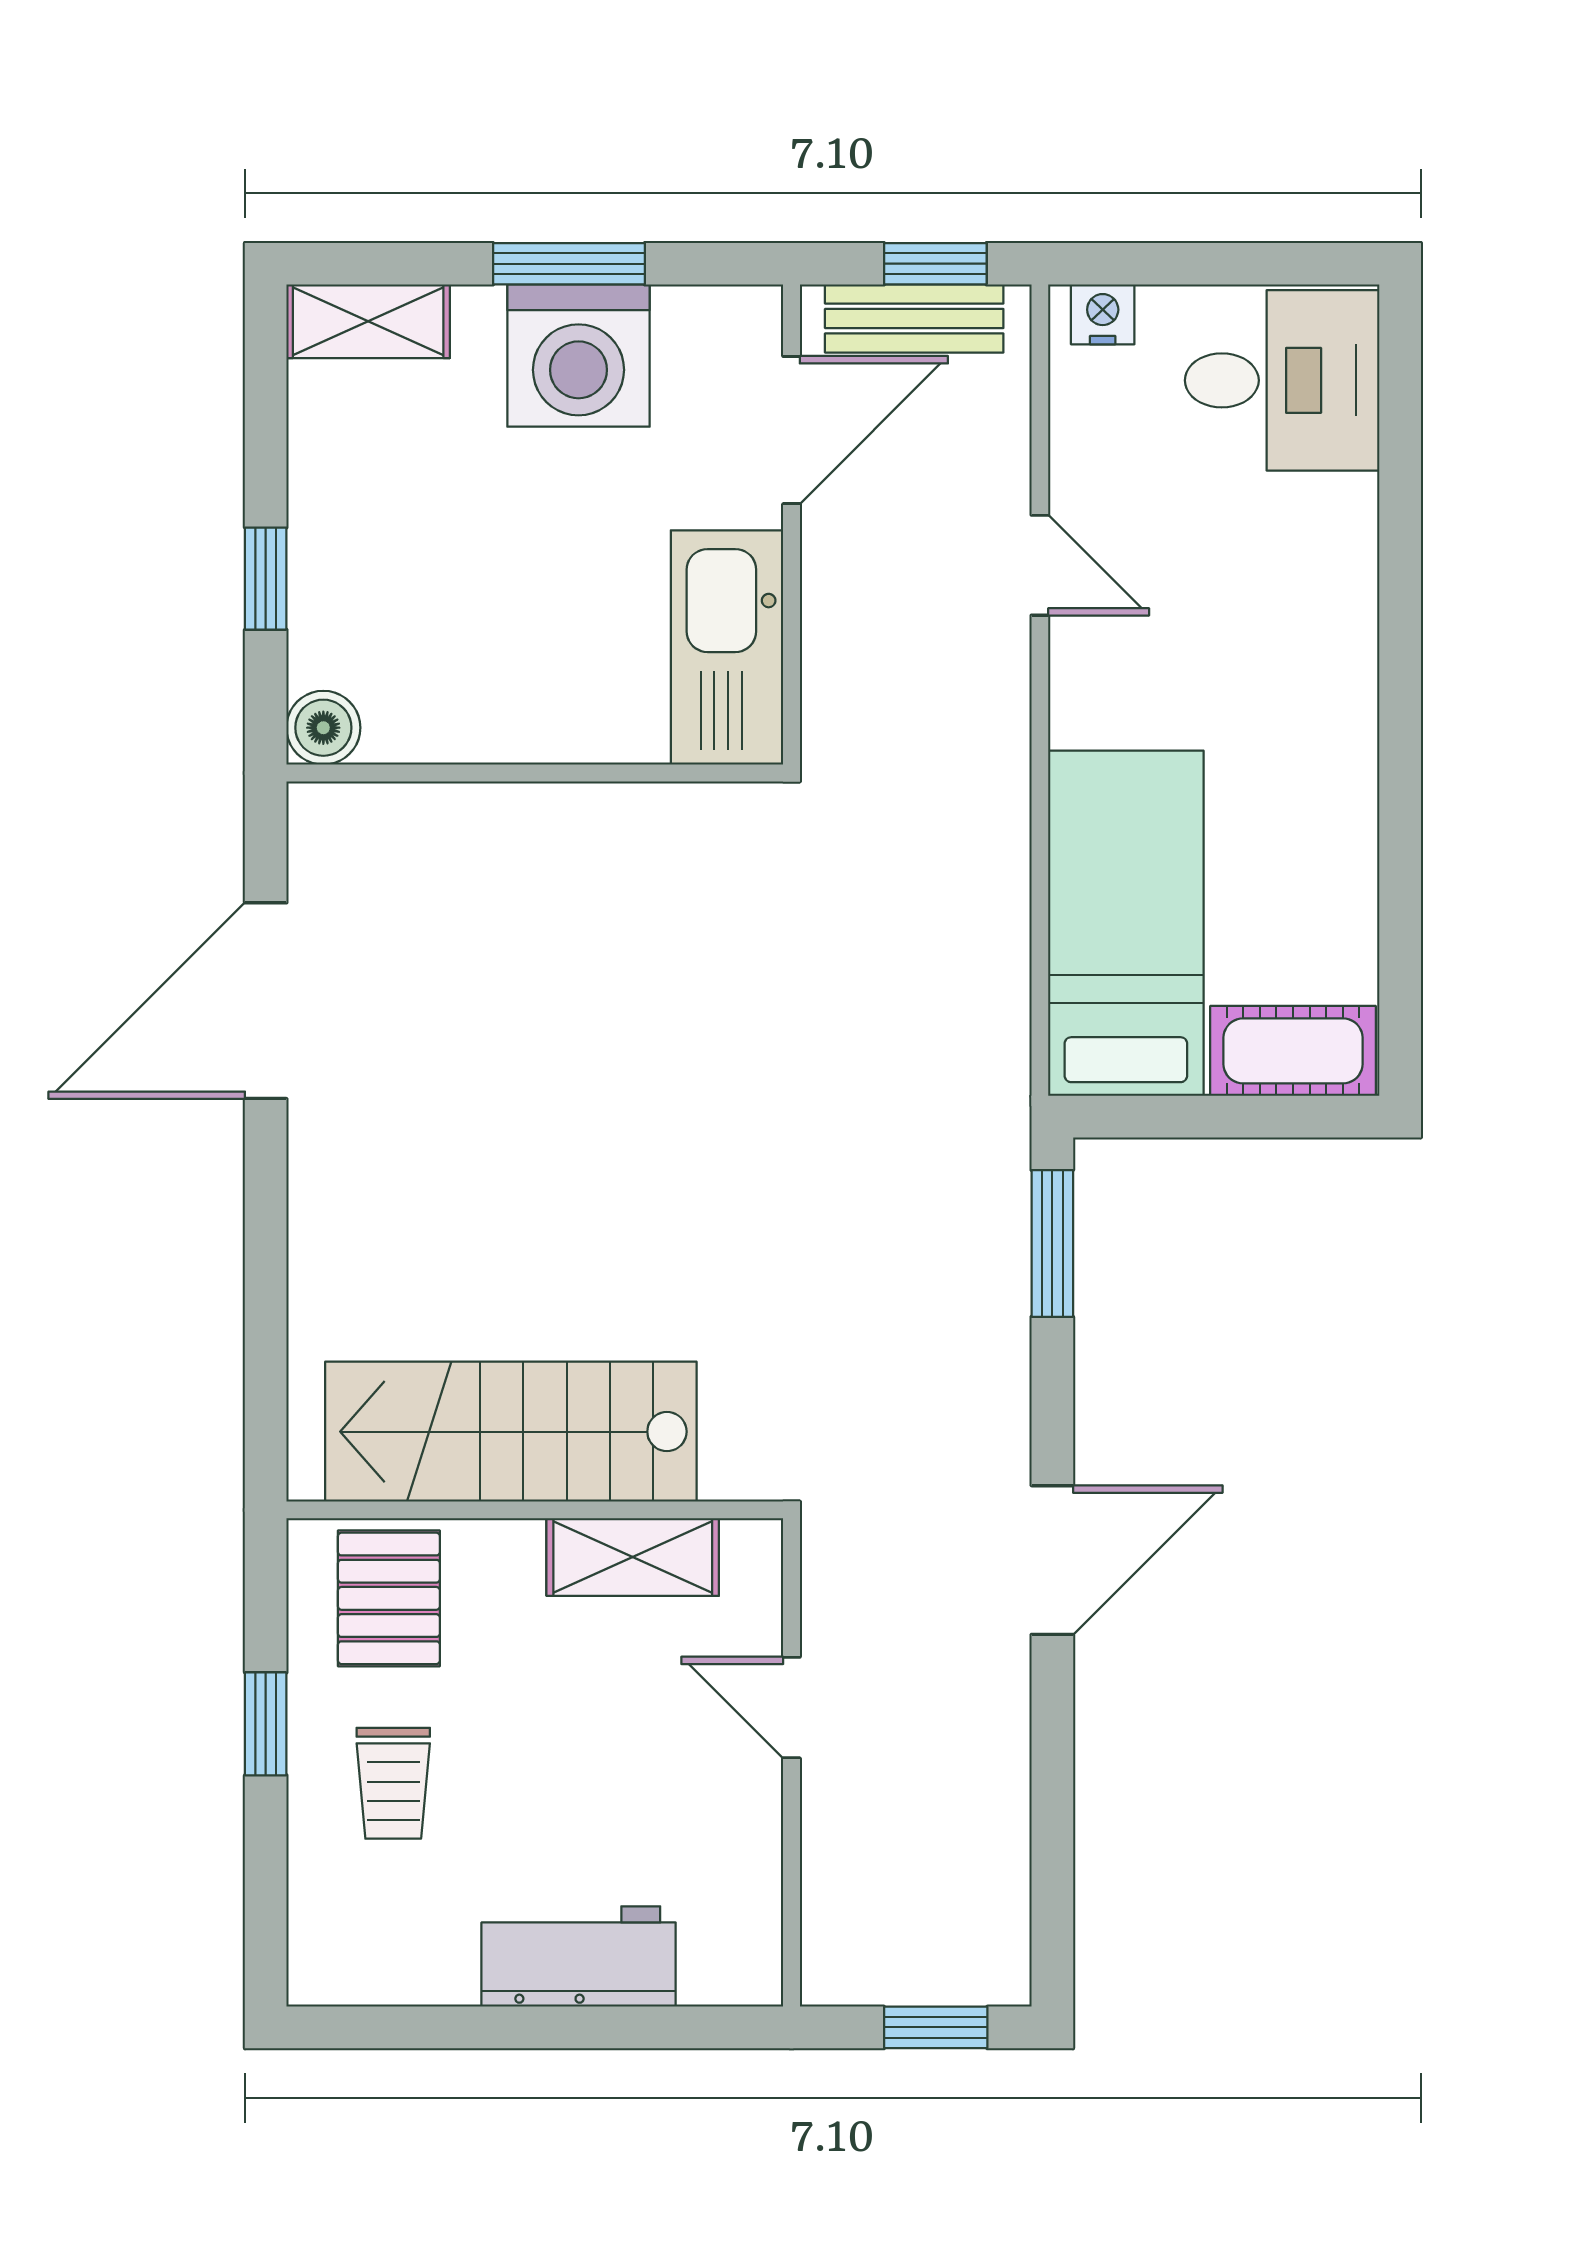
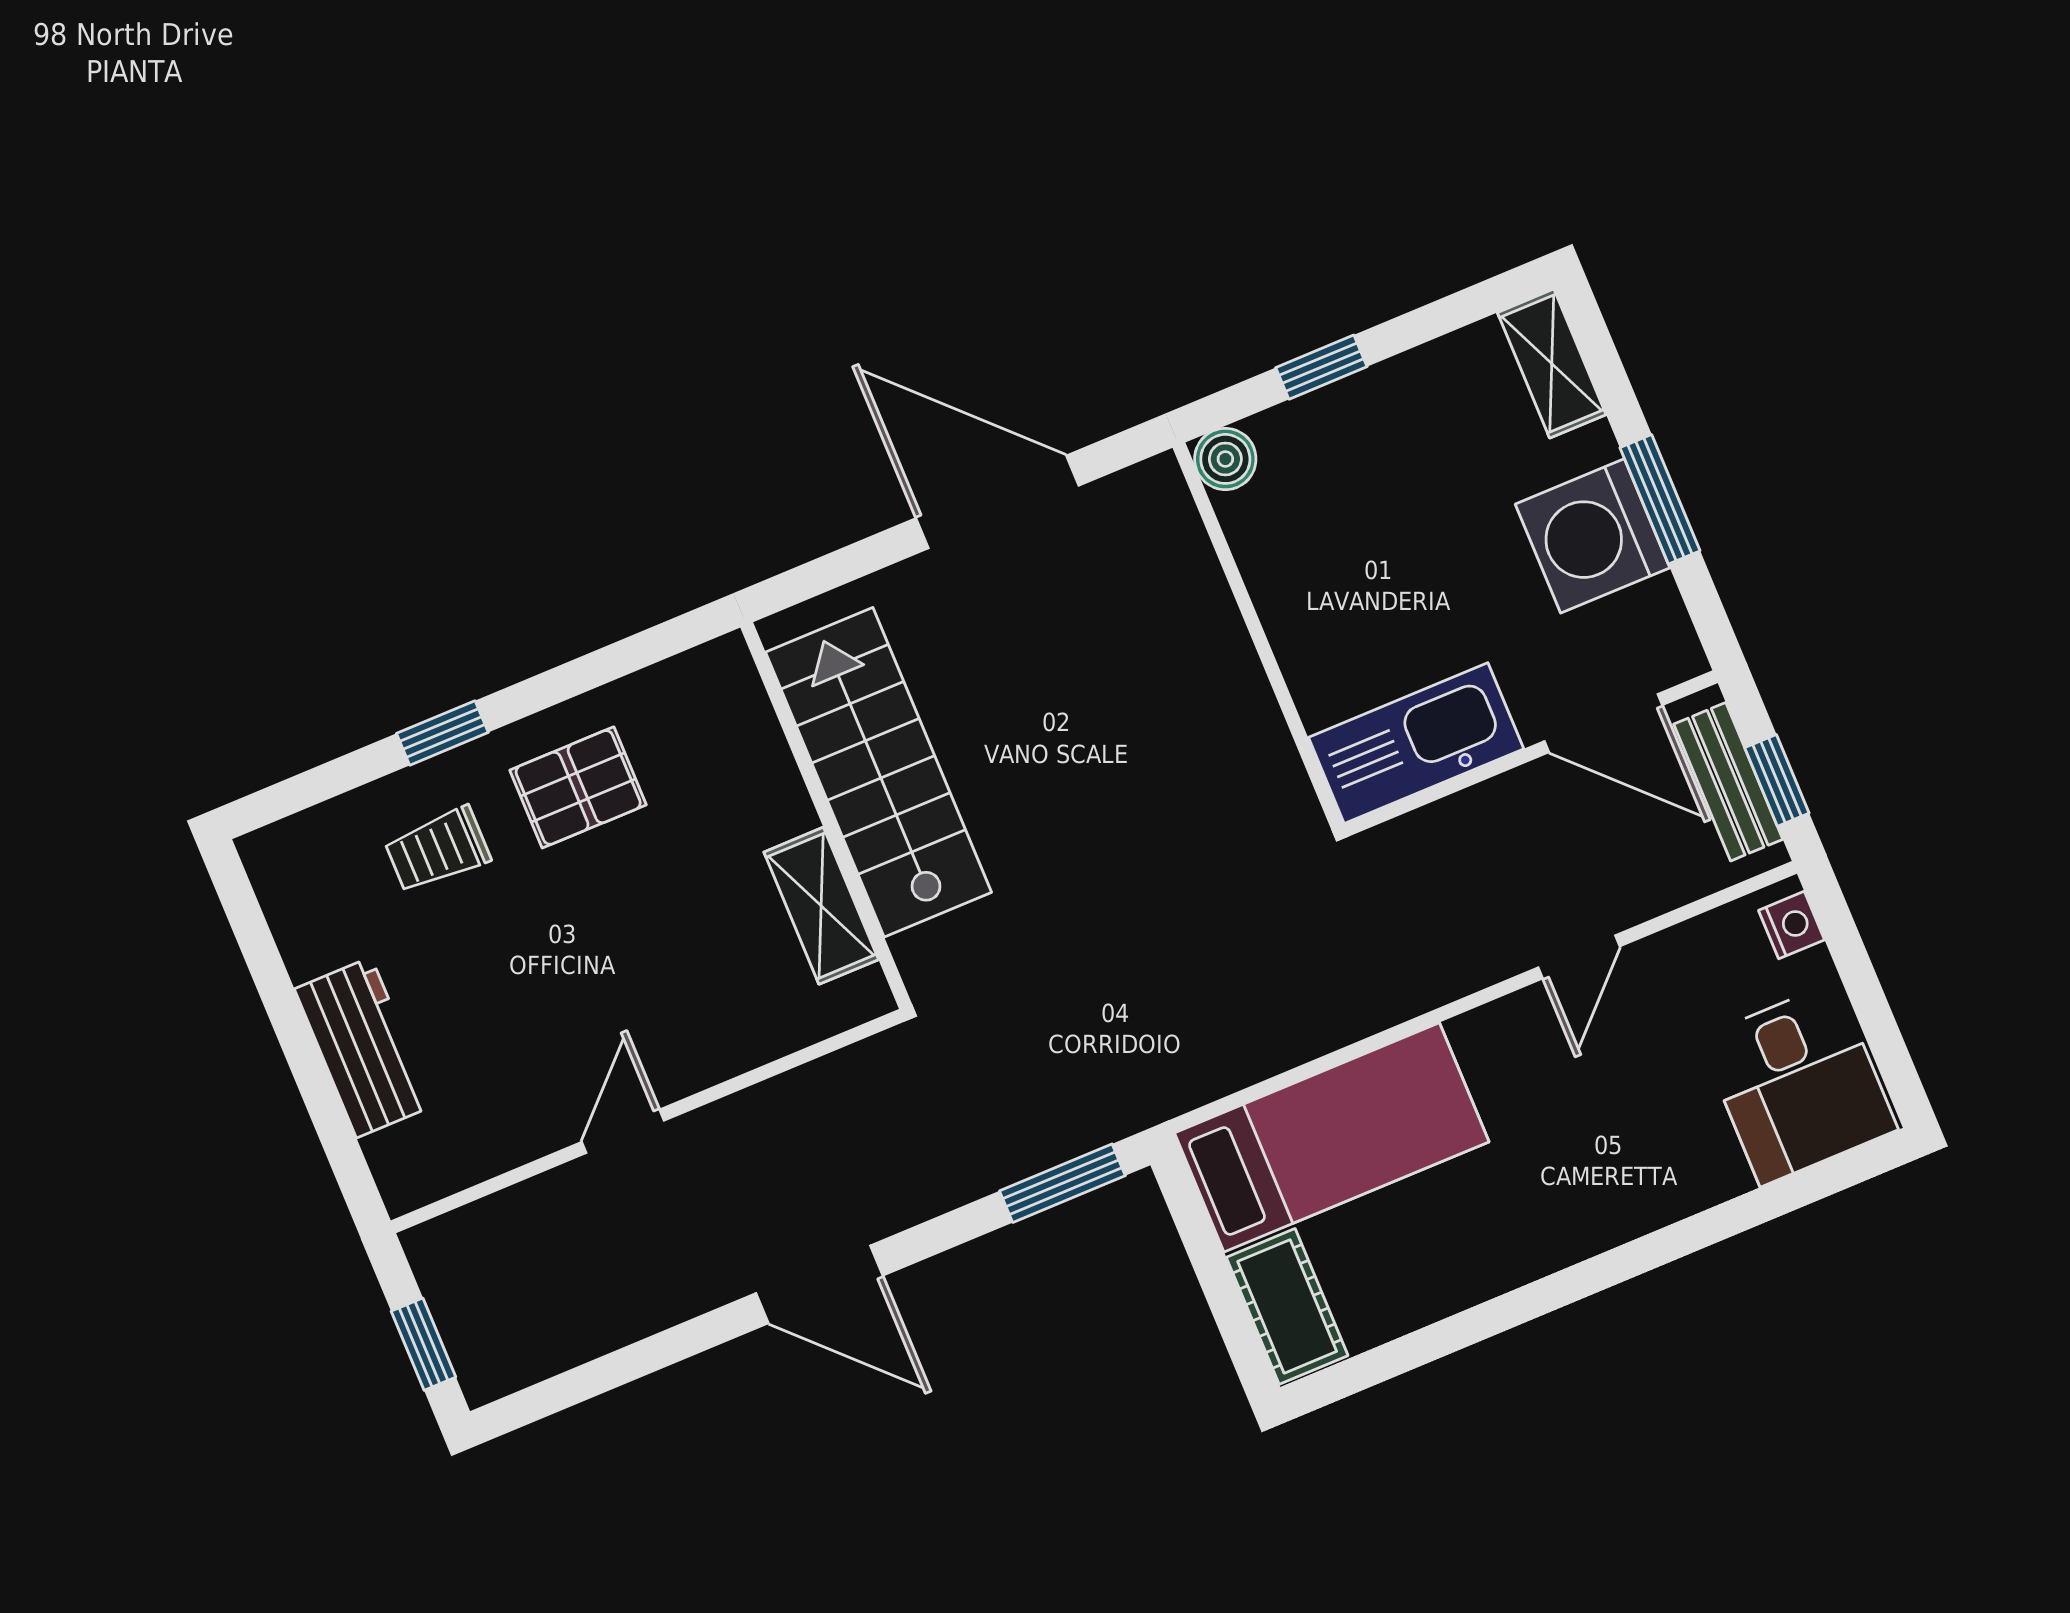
stairs: (511, 1432) -> (879, 772), moved
wall: (535, 1510) -> (826, 816), moved
shelving: (633, 1557) -> (821, 906), moved

